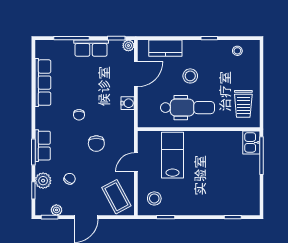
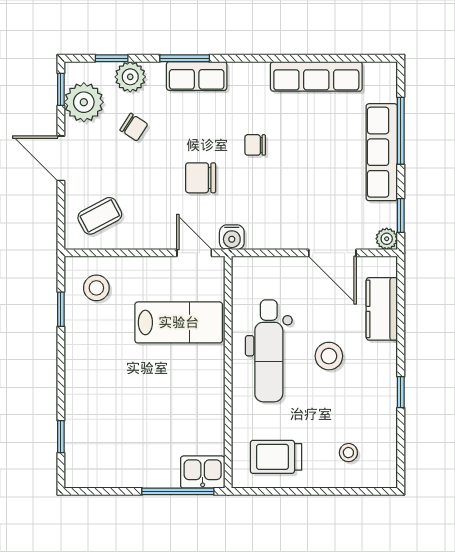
row of seats: (91, 48) -> (382, 152), width x1.48
stool: (237, 51) -> (348, 453), moved
water cooler: (128, 103) -> (232, 237), moved
door: (136, 162) -> (194, 253), moved
coffee table: (116, 197) -> (100, 216), width x0.73, depth x0.77
plant: (56, 210) -> (84, 102), width x1.87, depth x1.87

